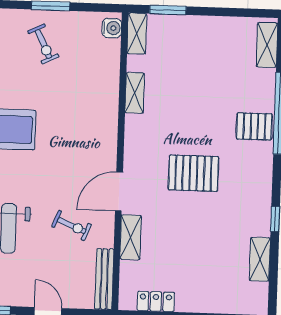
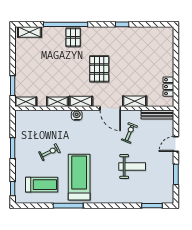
water cooler: (112, 28) -> (77, 115), moved
exercise bike: (43, 44) -> (49, 152), moved
shelving: (260, 259) -> (81, 101), moved

